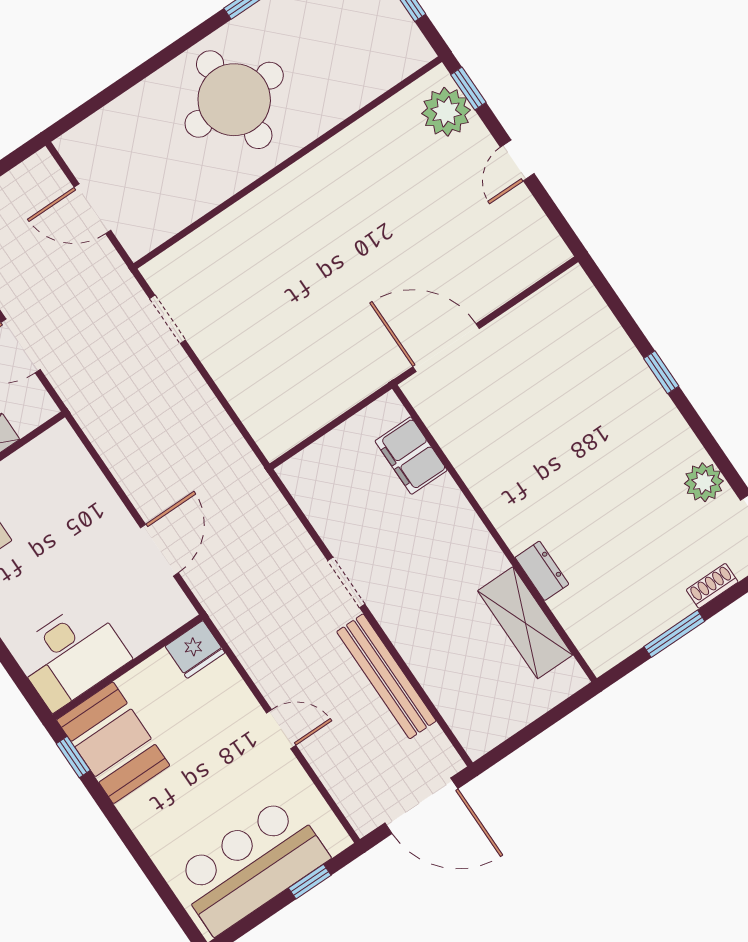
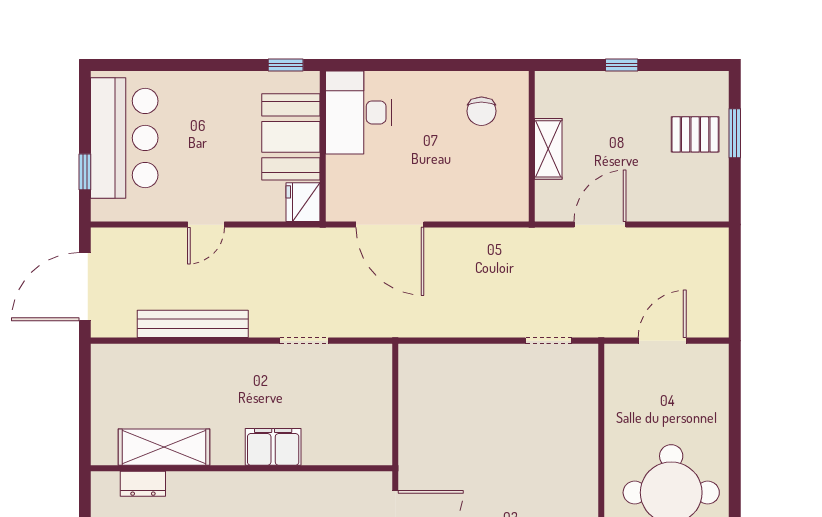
filing cabinet: (411, 456) -> (273, 447), moved
door: (159, 550) -> (390, 225), width x1.36
dresser: (542, 571) -> (143, 484), moved
doorway: (346, 582) -> (304, 341), moved
booth: (113, 743) -> (291, 137), moved, turned 90

